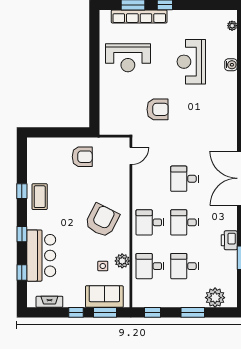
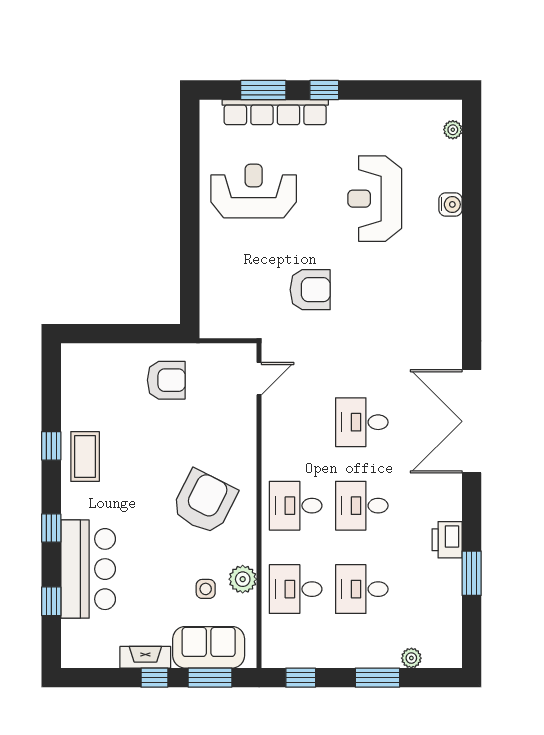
reception desk: (128, 58) -> (254, 191), turned 180
plant: (215, 298) -> (411, 658), width x0.53, depth x0.53
fireplace: (49, 302) -> (145, 657), moved

